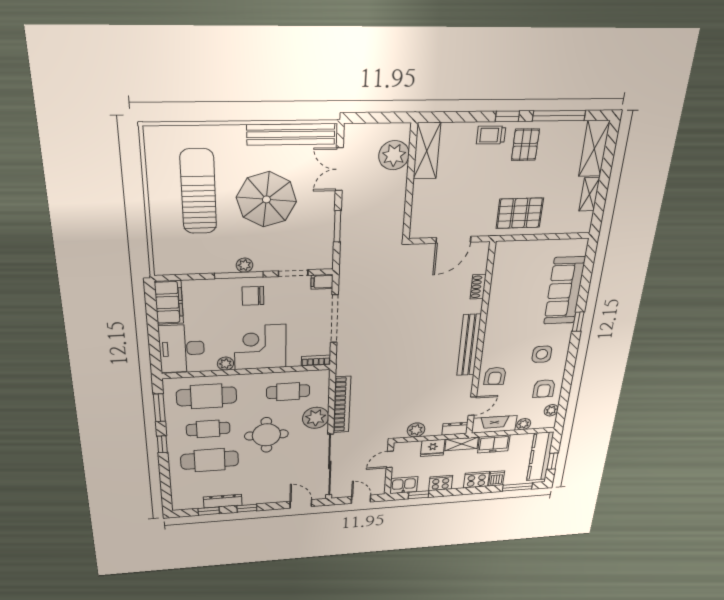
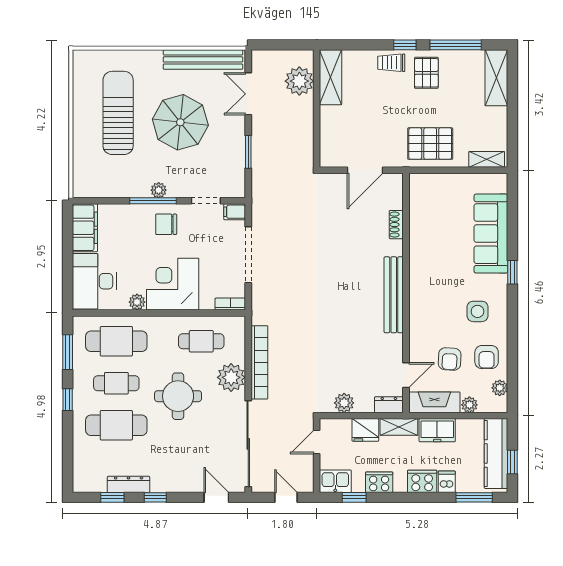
shelving: (589, 194) -> (487, 159), moved, turned 90
armchair: (495, 376) -> (450, 359), moved

